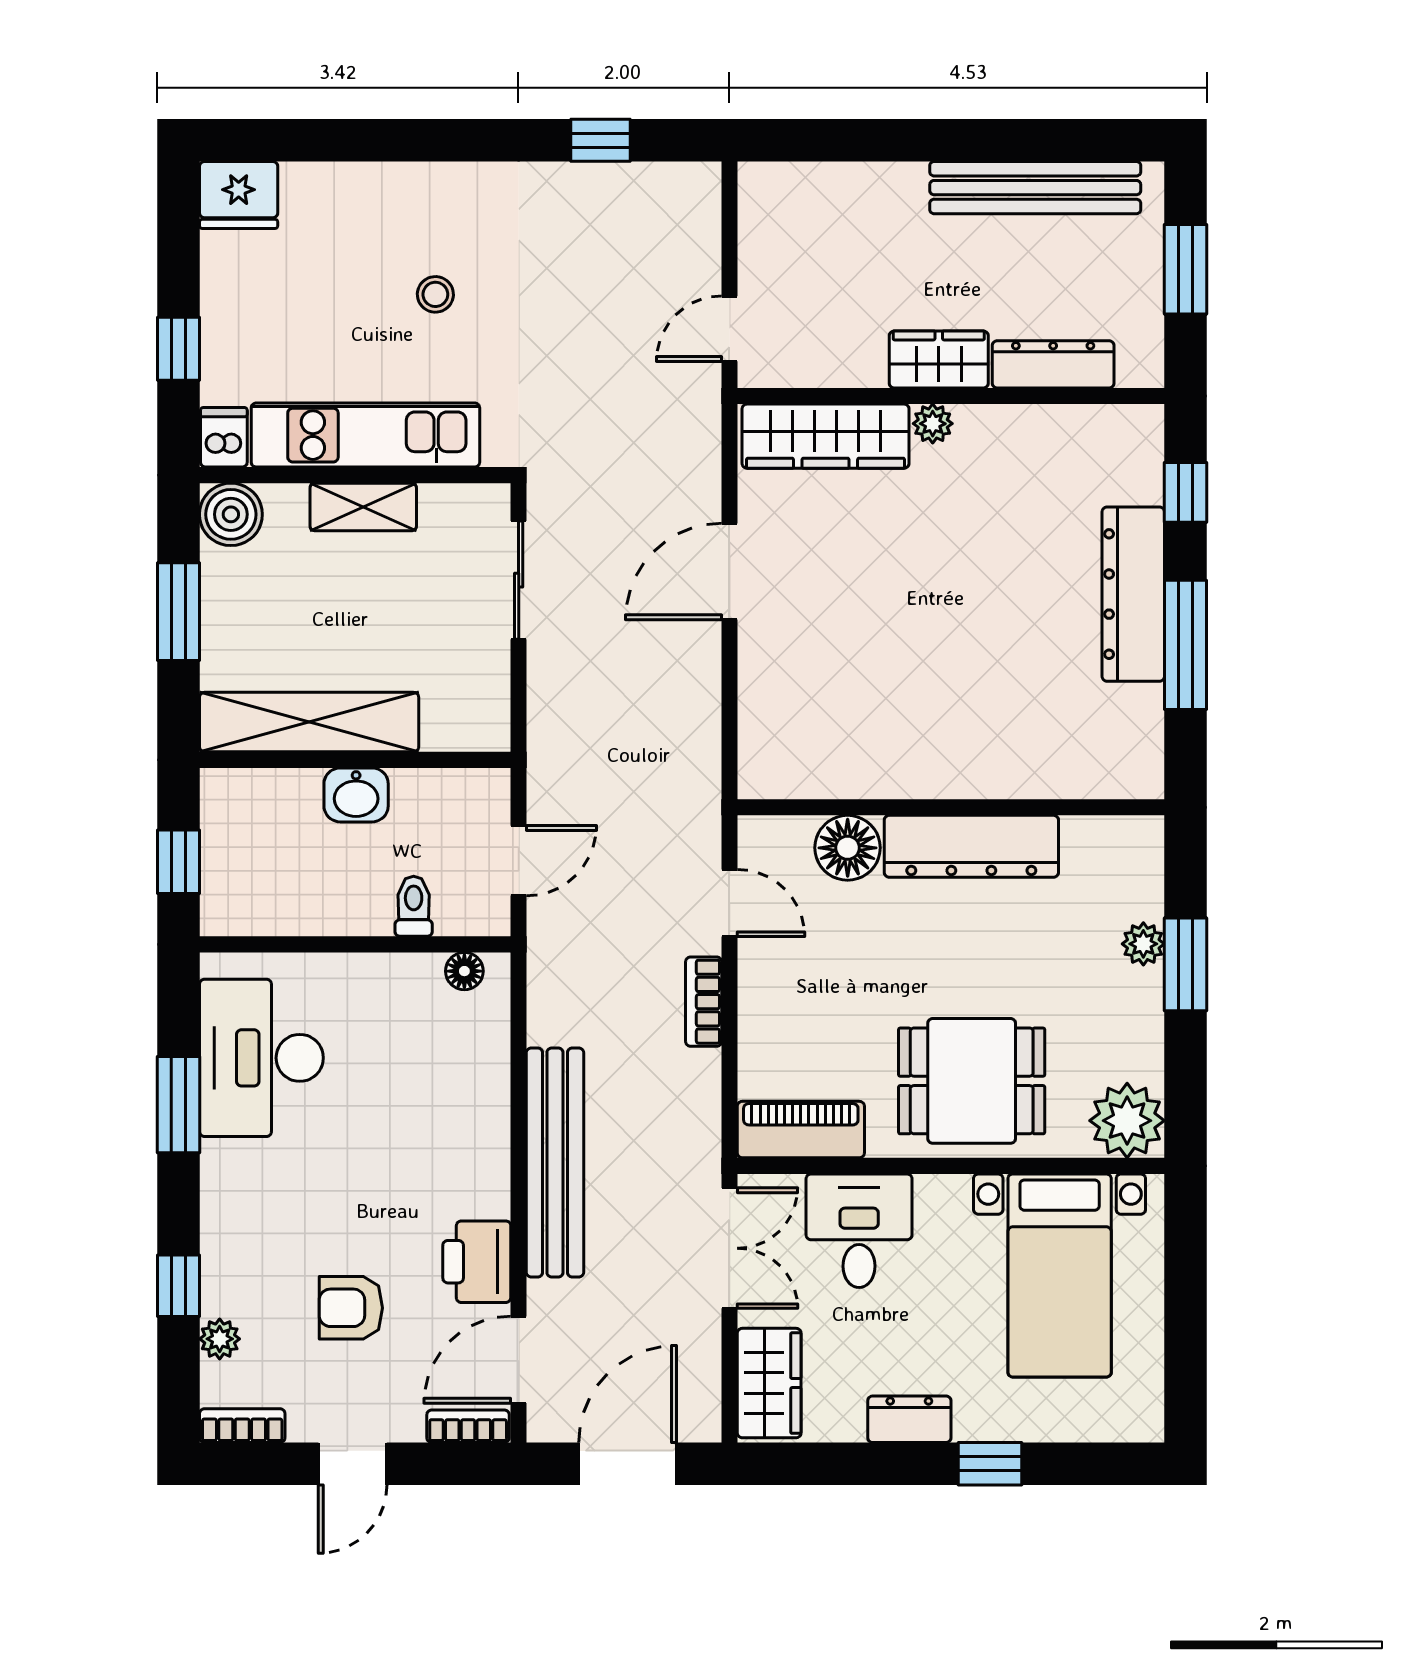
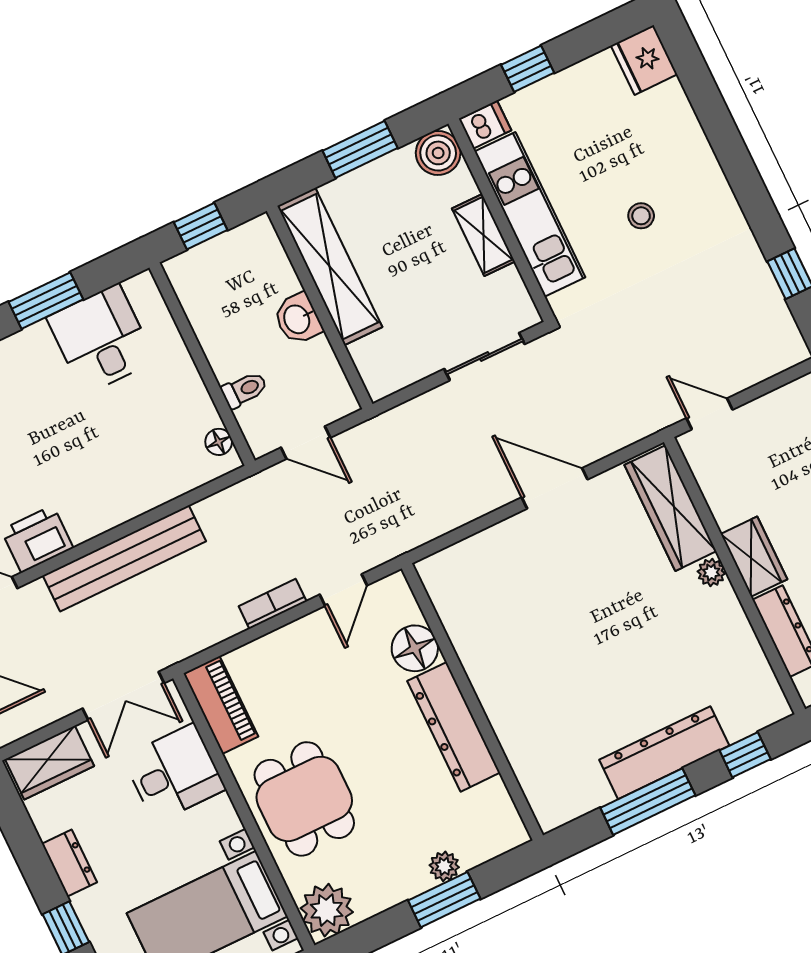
desk: (261, 1058) -> (101, 339), width x0.73

